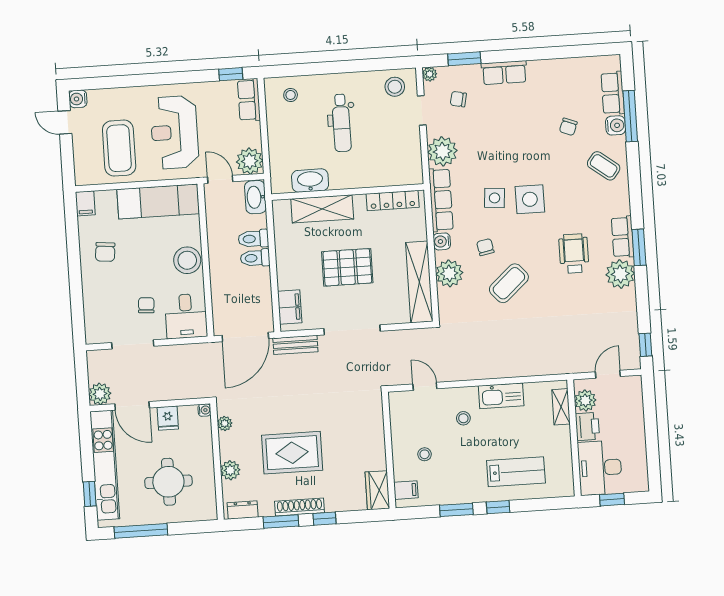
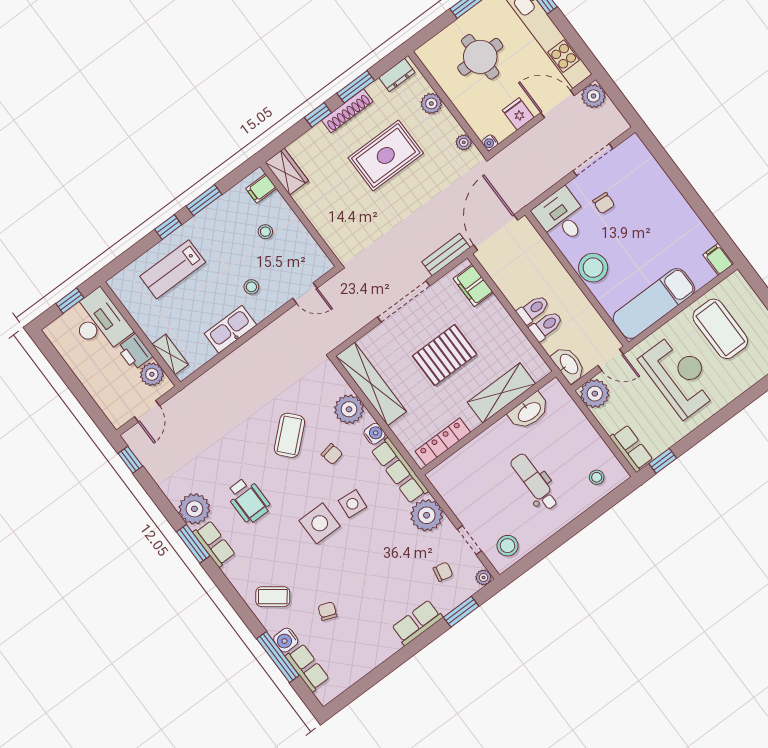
chair: (105, 252) -> (672, 227), removed

